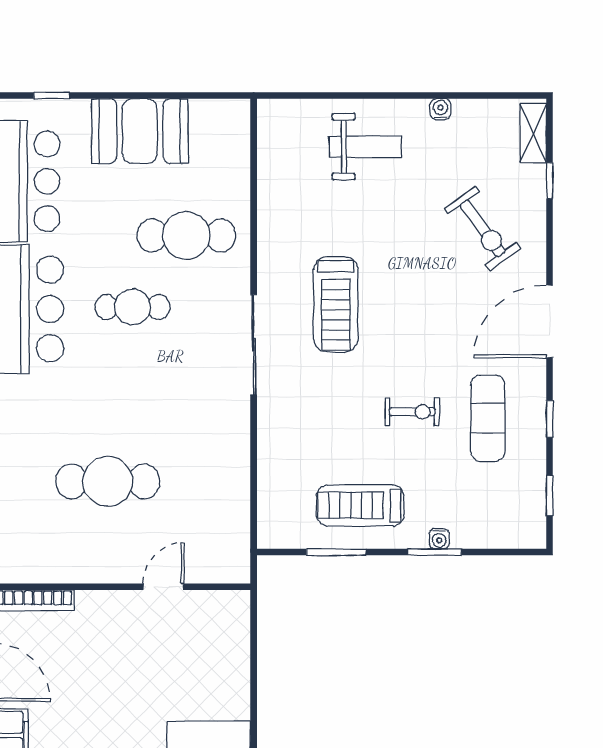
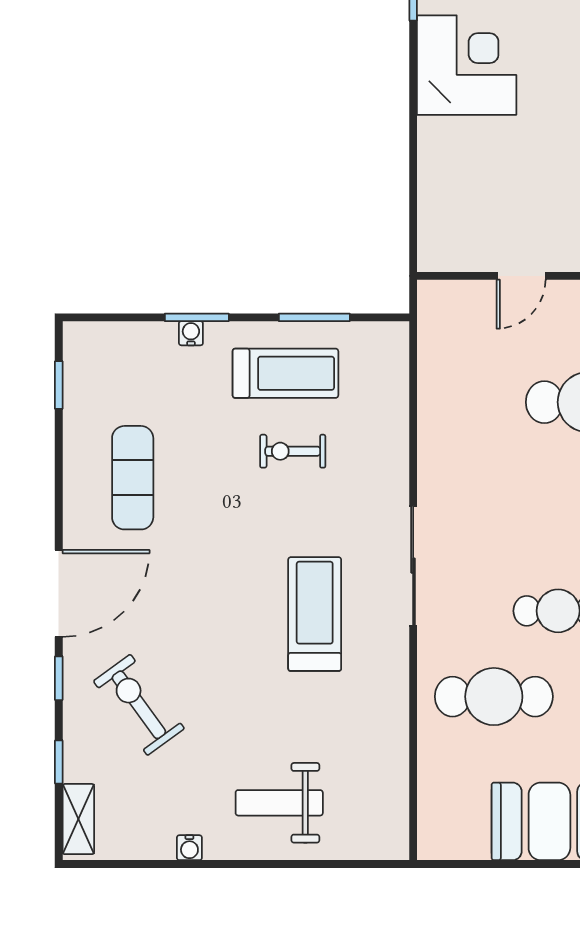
exercise bike: (412, 412) -> (293, 451), moved
window: (550, 419) -> (59, 678), moved

